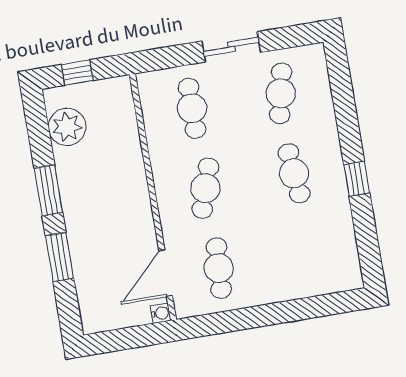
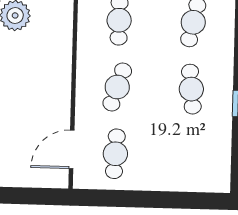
water cooler: (161, 313) -> (61, 181), removed

